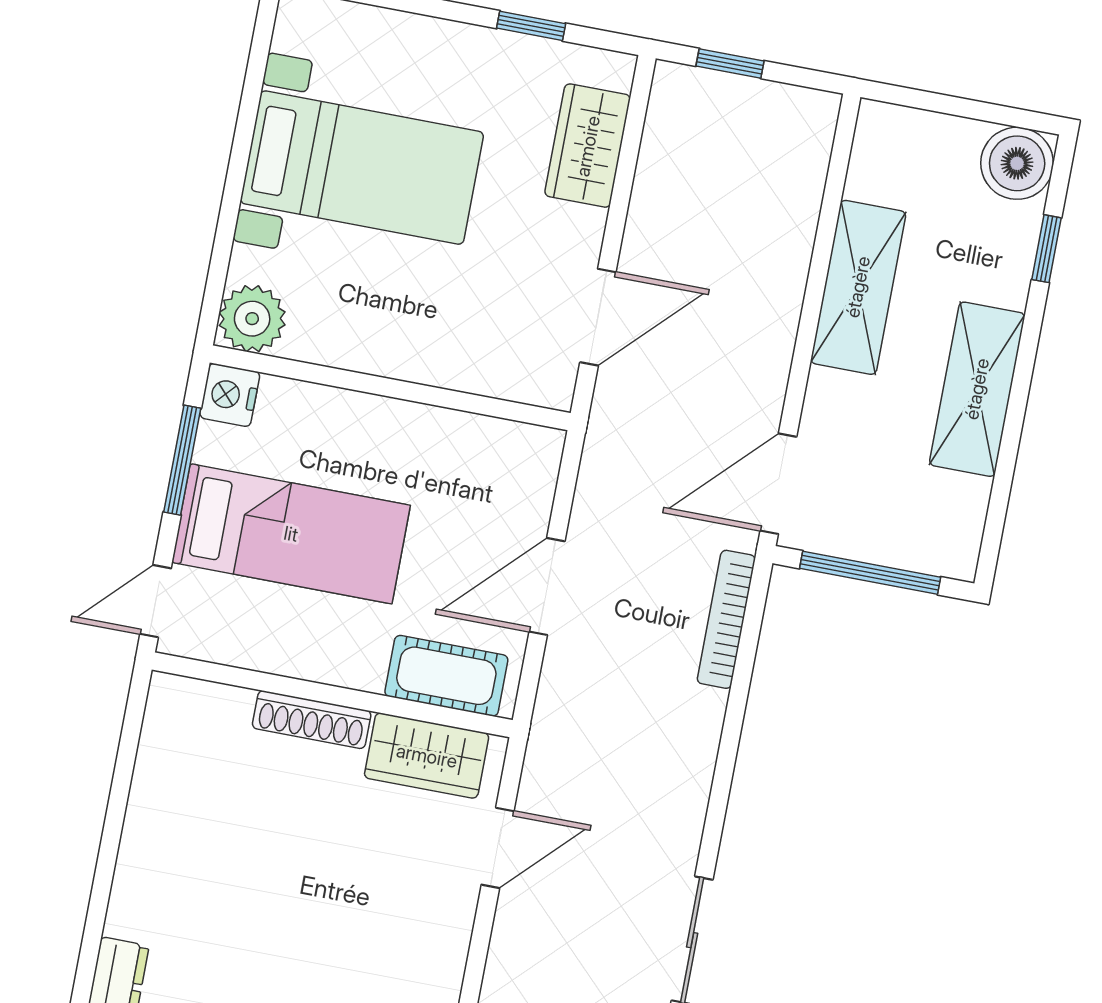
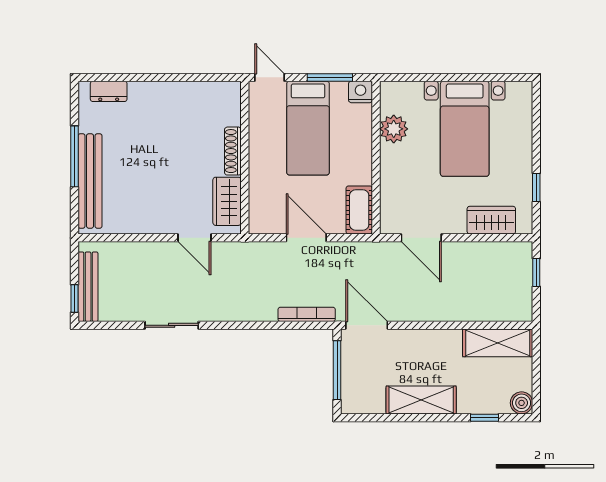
boiler: (1017, 163) -> (522, 403), width x0.73, depth x0.73
shelving: (858, 287) -> (498, 343), moved
plant: (252, 319) -> (394, 129), moved
cot: (446, 676) -> (359, 210), moved

